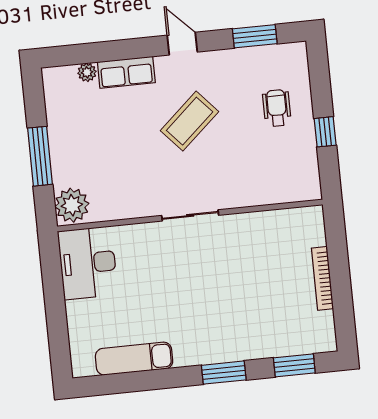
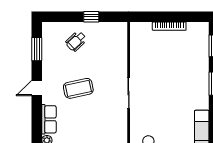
wheelchair: (277, 108) -> (76, 41), turned -44
coffee table: (190, 121) -> (78, 88), turned -60

